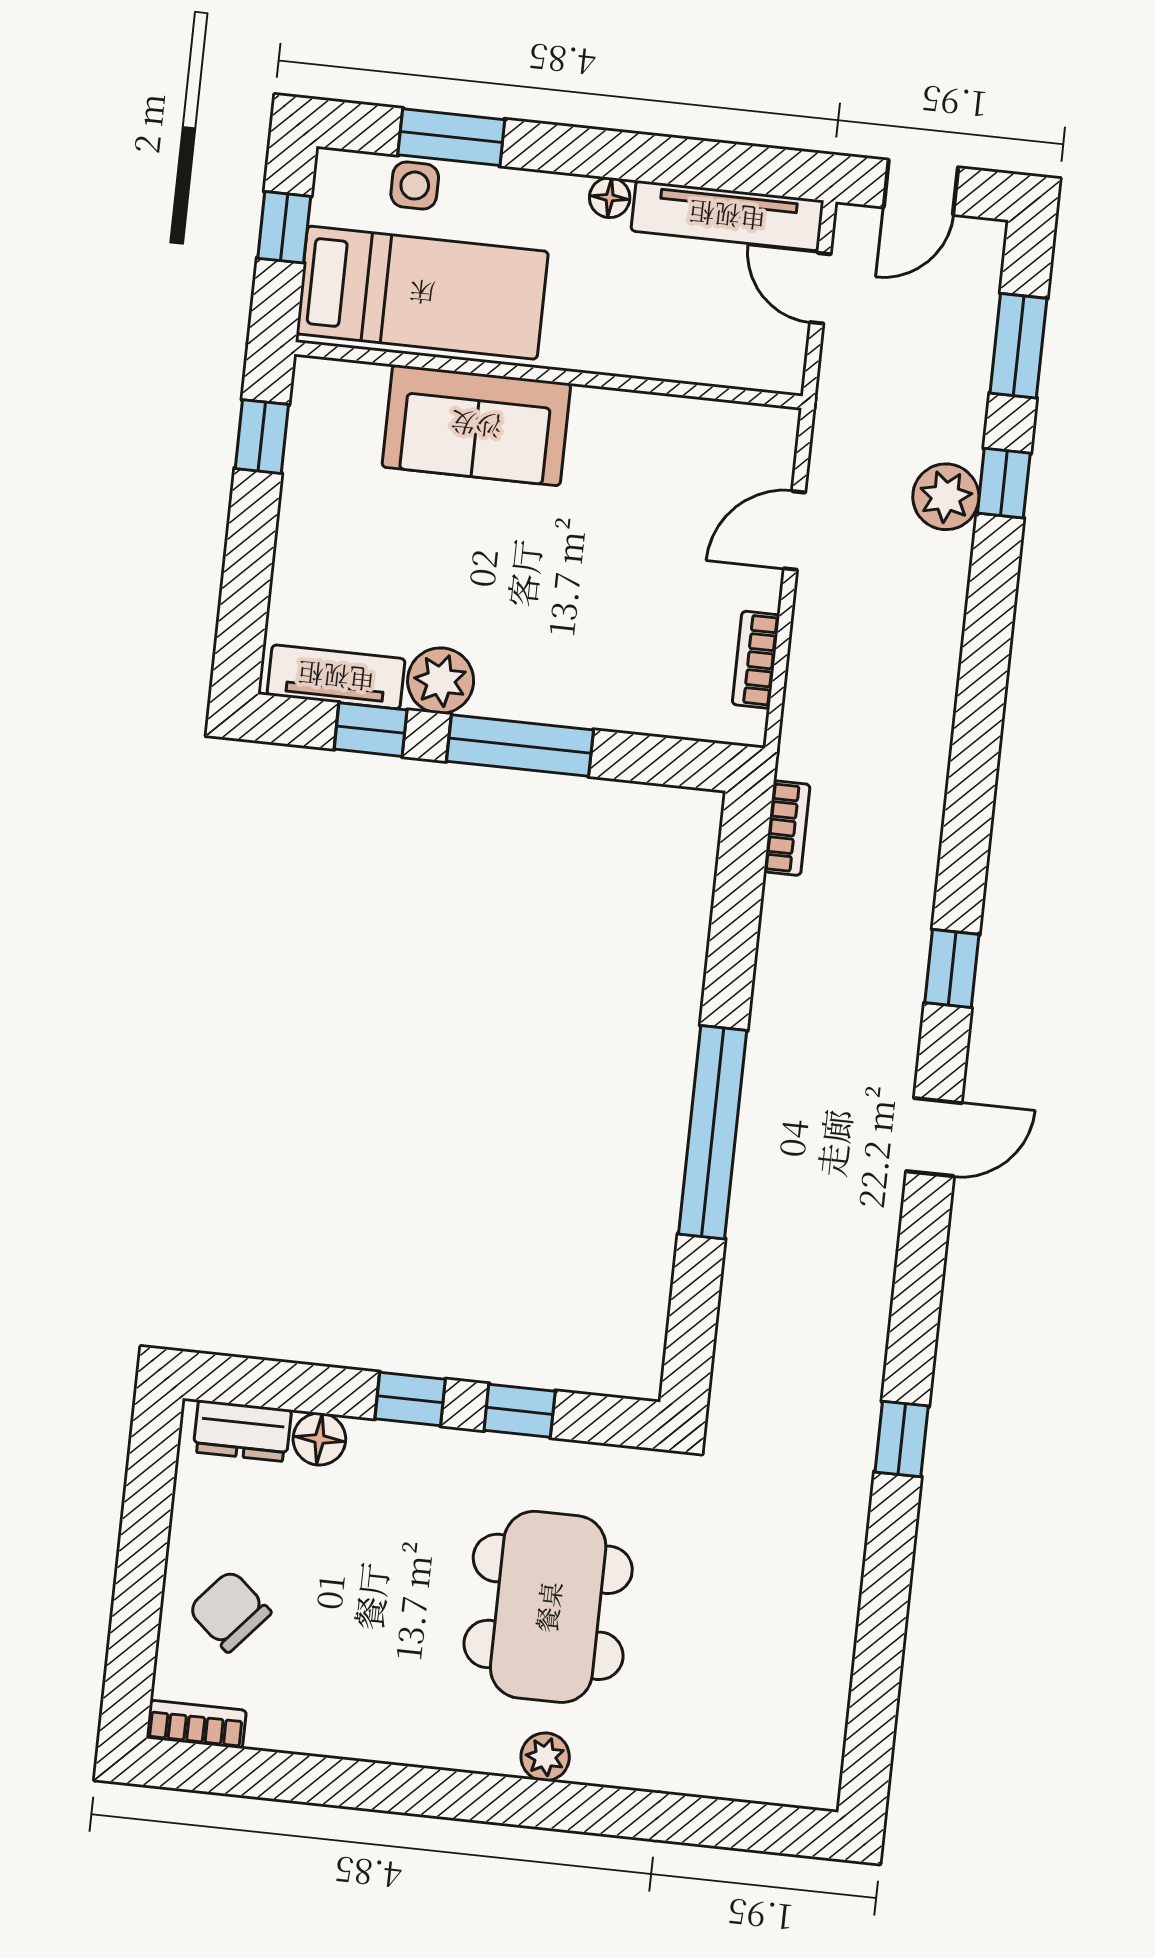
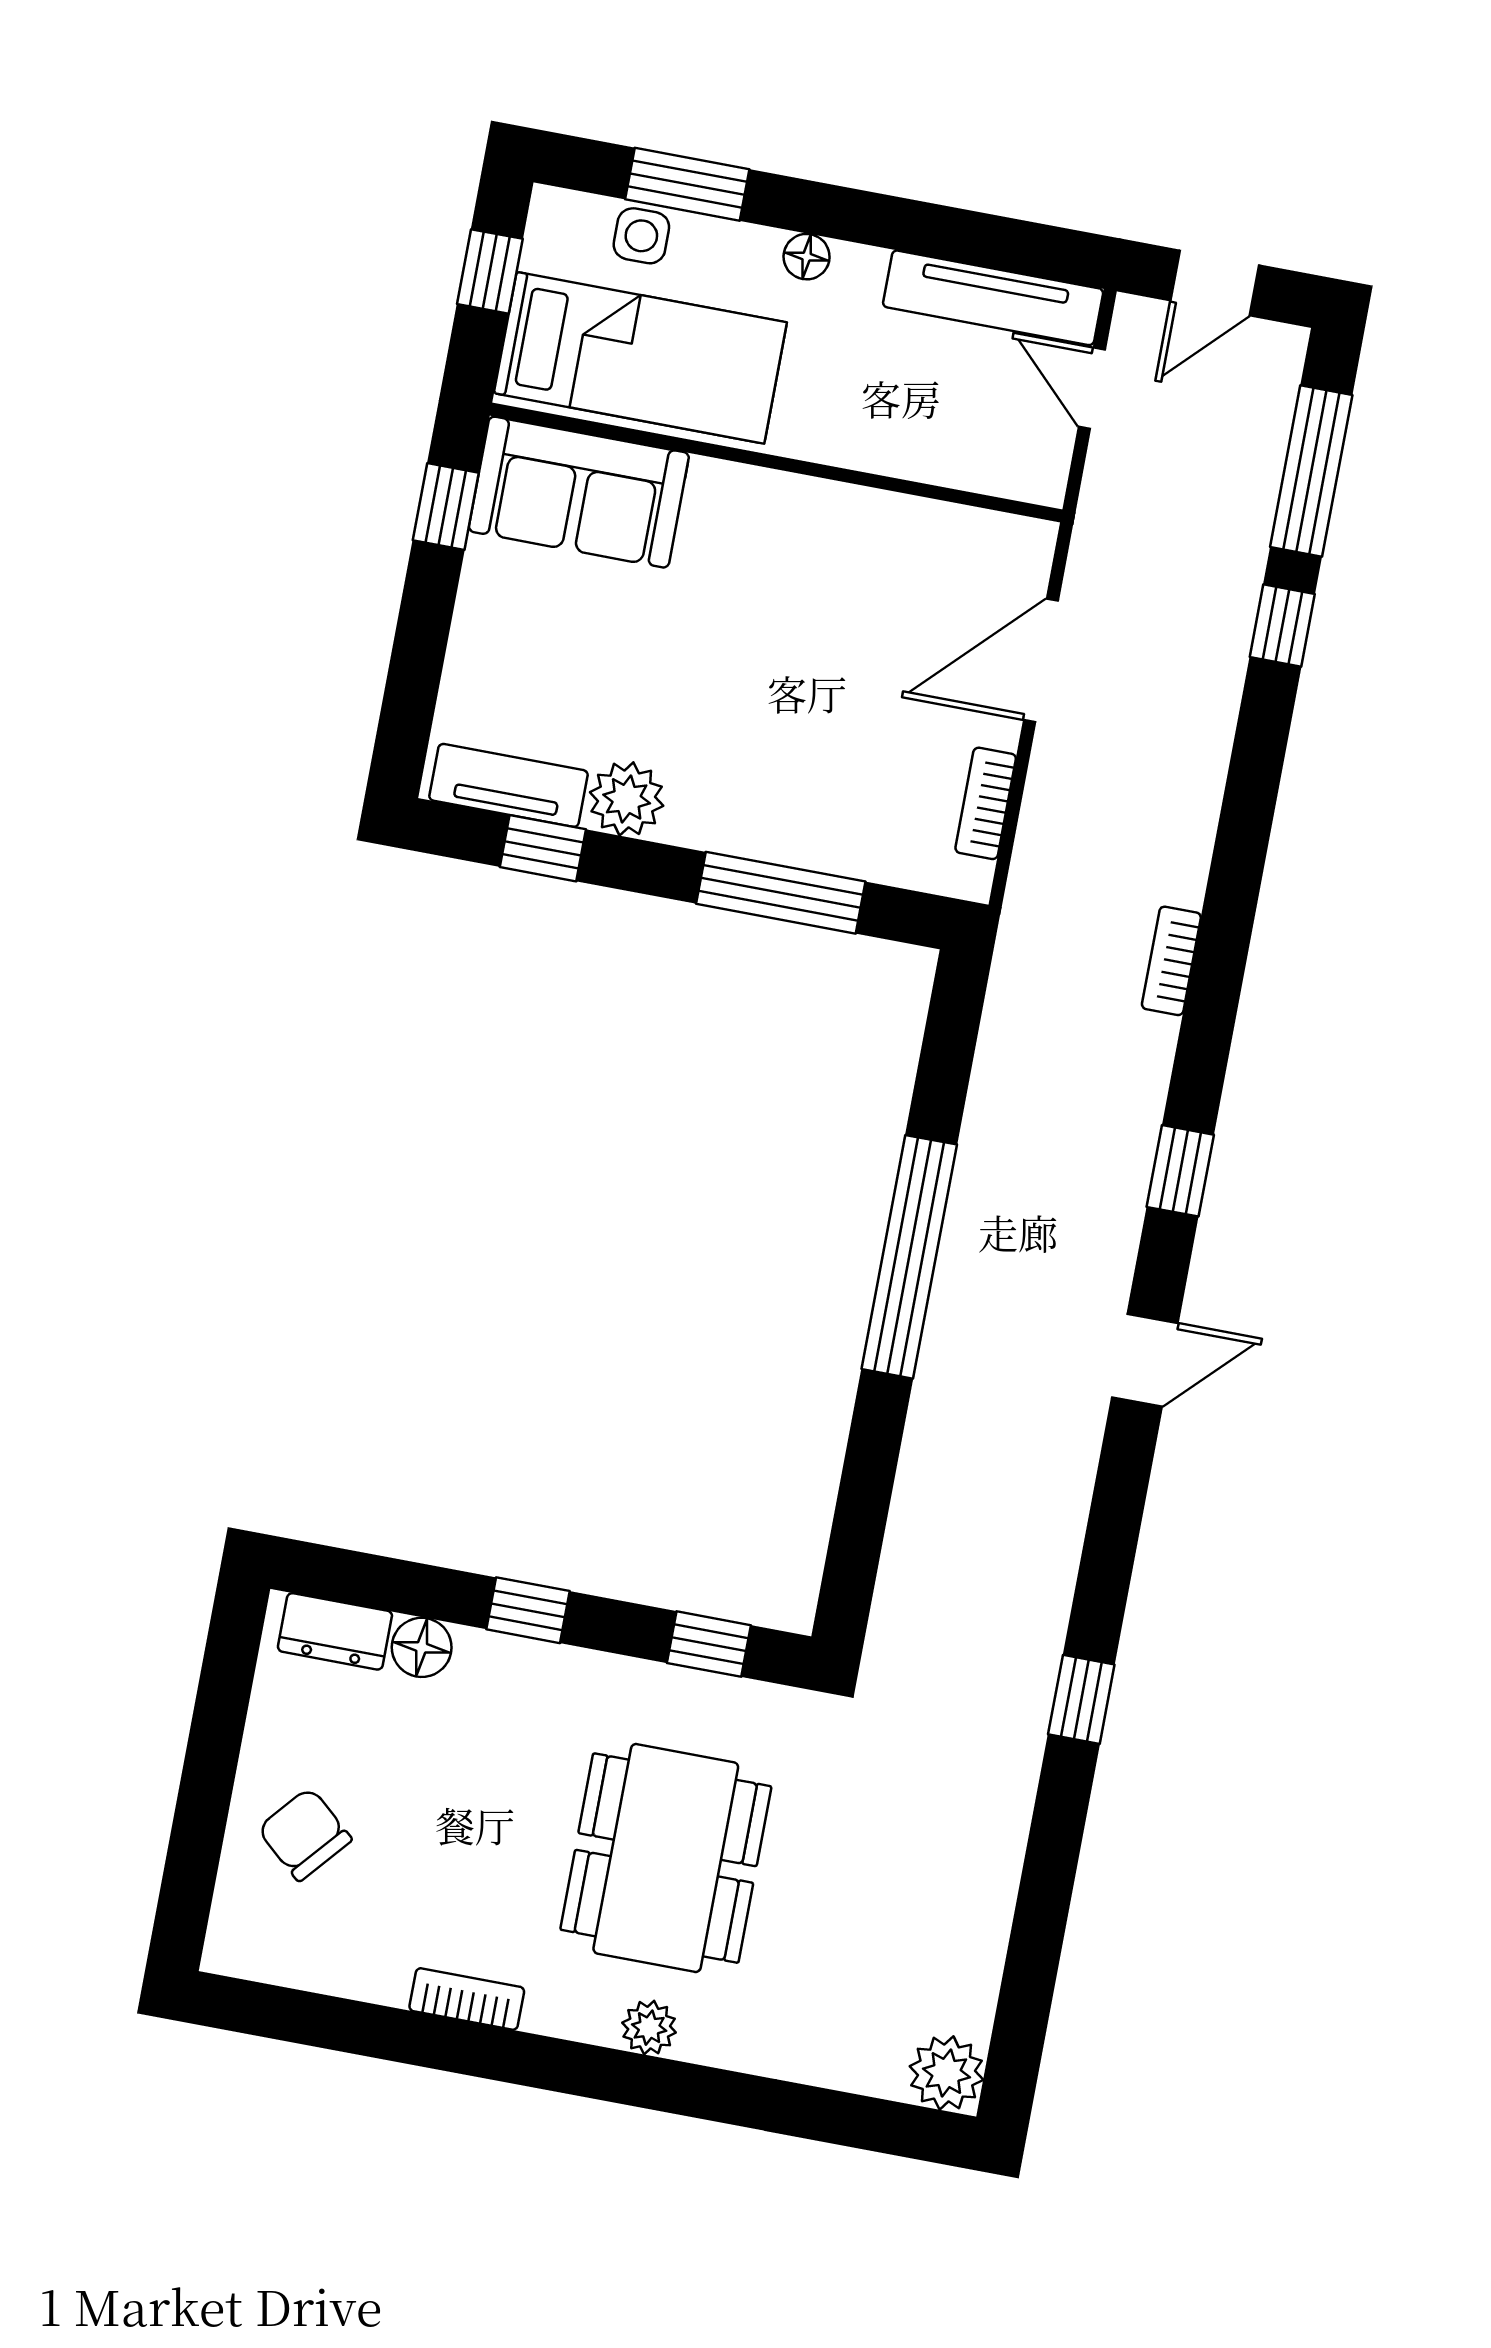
floor lamp: (610, 198) -> (807, 257), moved
window: (1018, 346) -> (1311, 471), width x1.44
sofa: (476, 425) -> (579, 492), moved
plant: (946, 497) -> (946, 2073), moved
door: (794, 530) -> (1041, 660), width x1.37
window: (520, 746) -> (781, 893), moved
bookcase: (787, 828) -> (1171, 961), moved, turned 180
window: (713, 1132) -> (909, 1257), moved
window: (520, 1411) -> (709, 1644), moved
bookcase: (196, 1724) -> (467, 1999), moved

